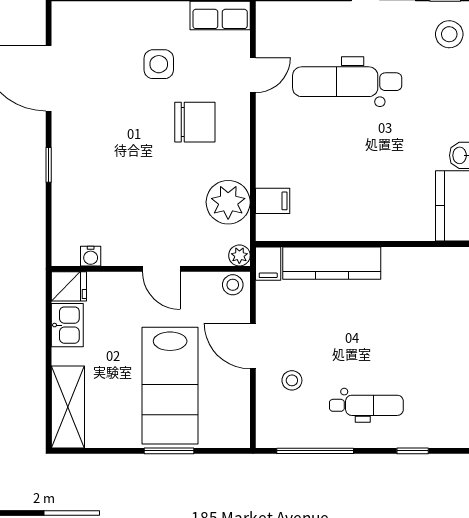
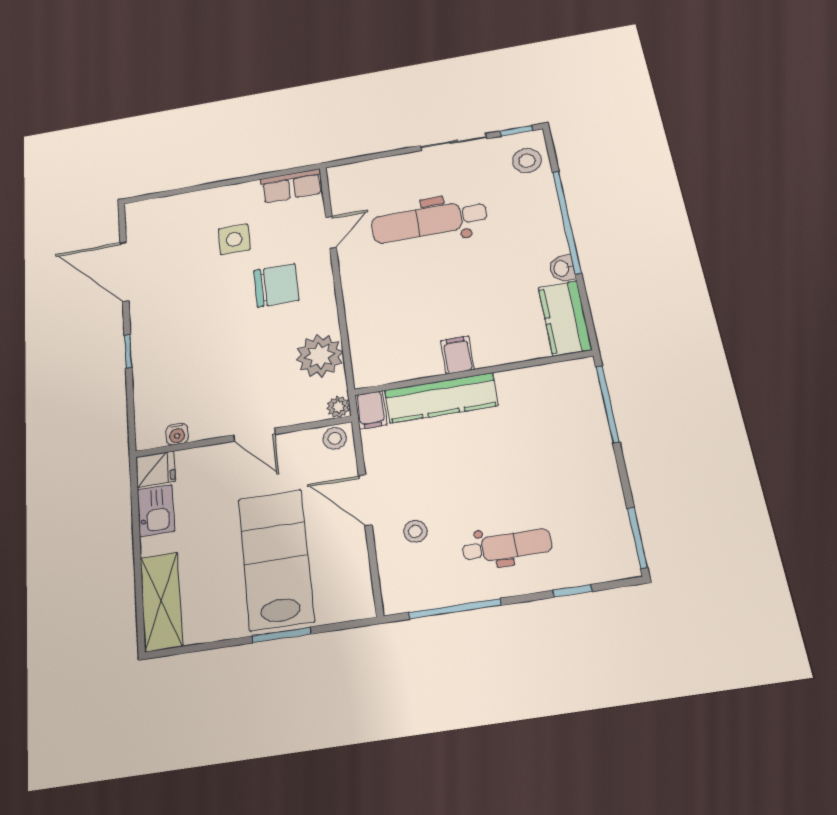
filing cabinet: (273, 201) -> (458, 355), moved, turned -90
lab bench: (170, 386) -> (276, 559), turned 180

